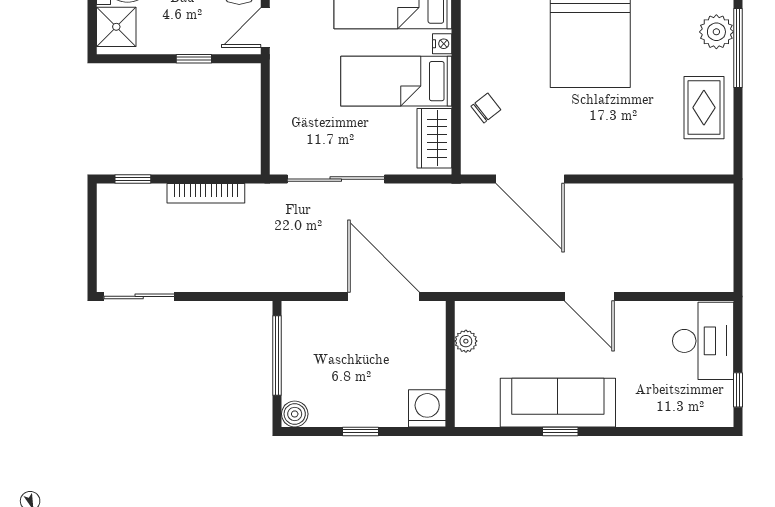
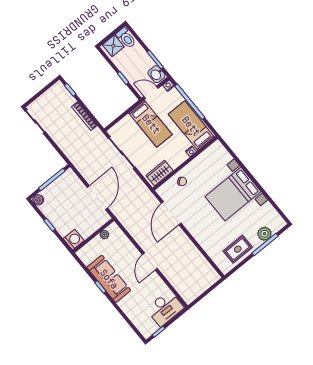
bed: (396, 81) -> (151, 124), moved, turned 180

